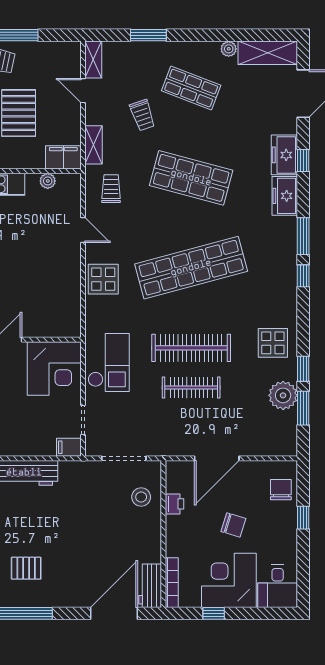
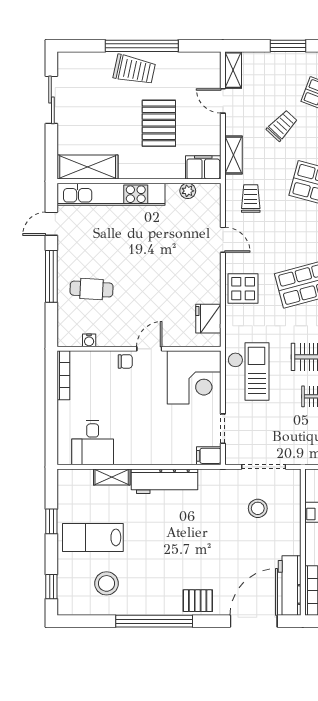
trolley: (142, 115) -> (282, 125), turned -118
fridge: (68, 309) -> (208, 319), added
stool: (141, 497) -> (258, 508), moved
pallet: (26, 568) -> (198, 601), moved
workbench: (150, 586) -> (290, 585), width x1.38

